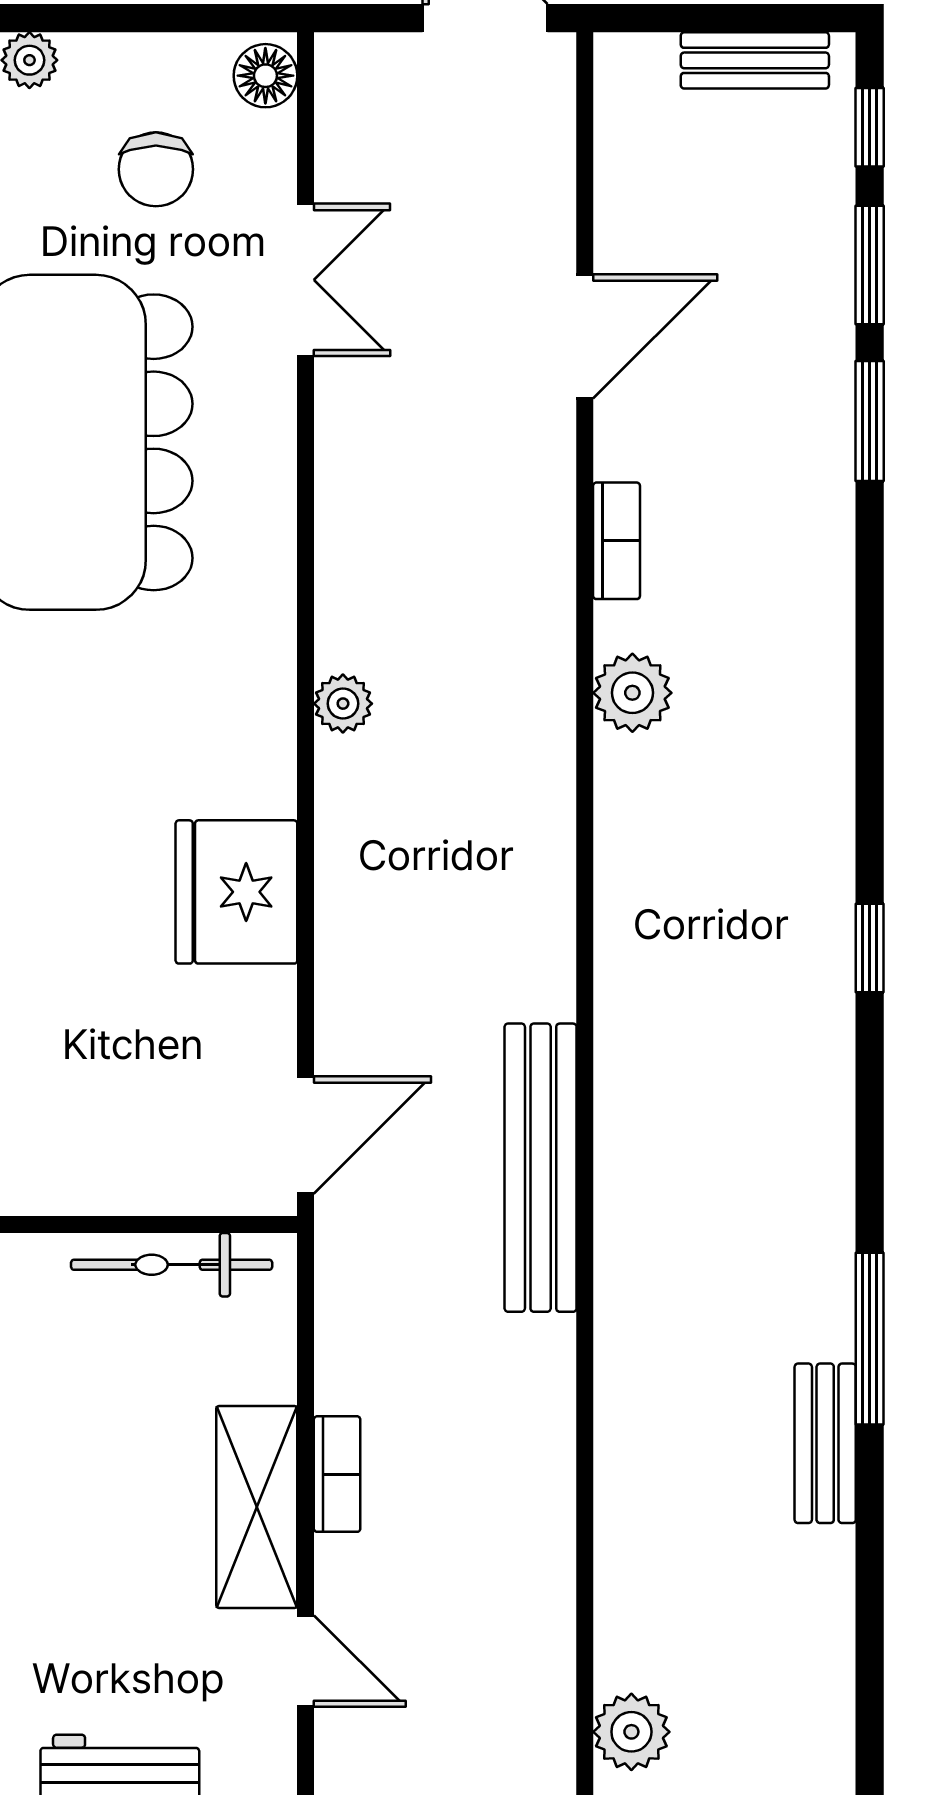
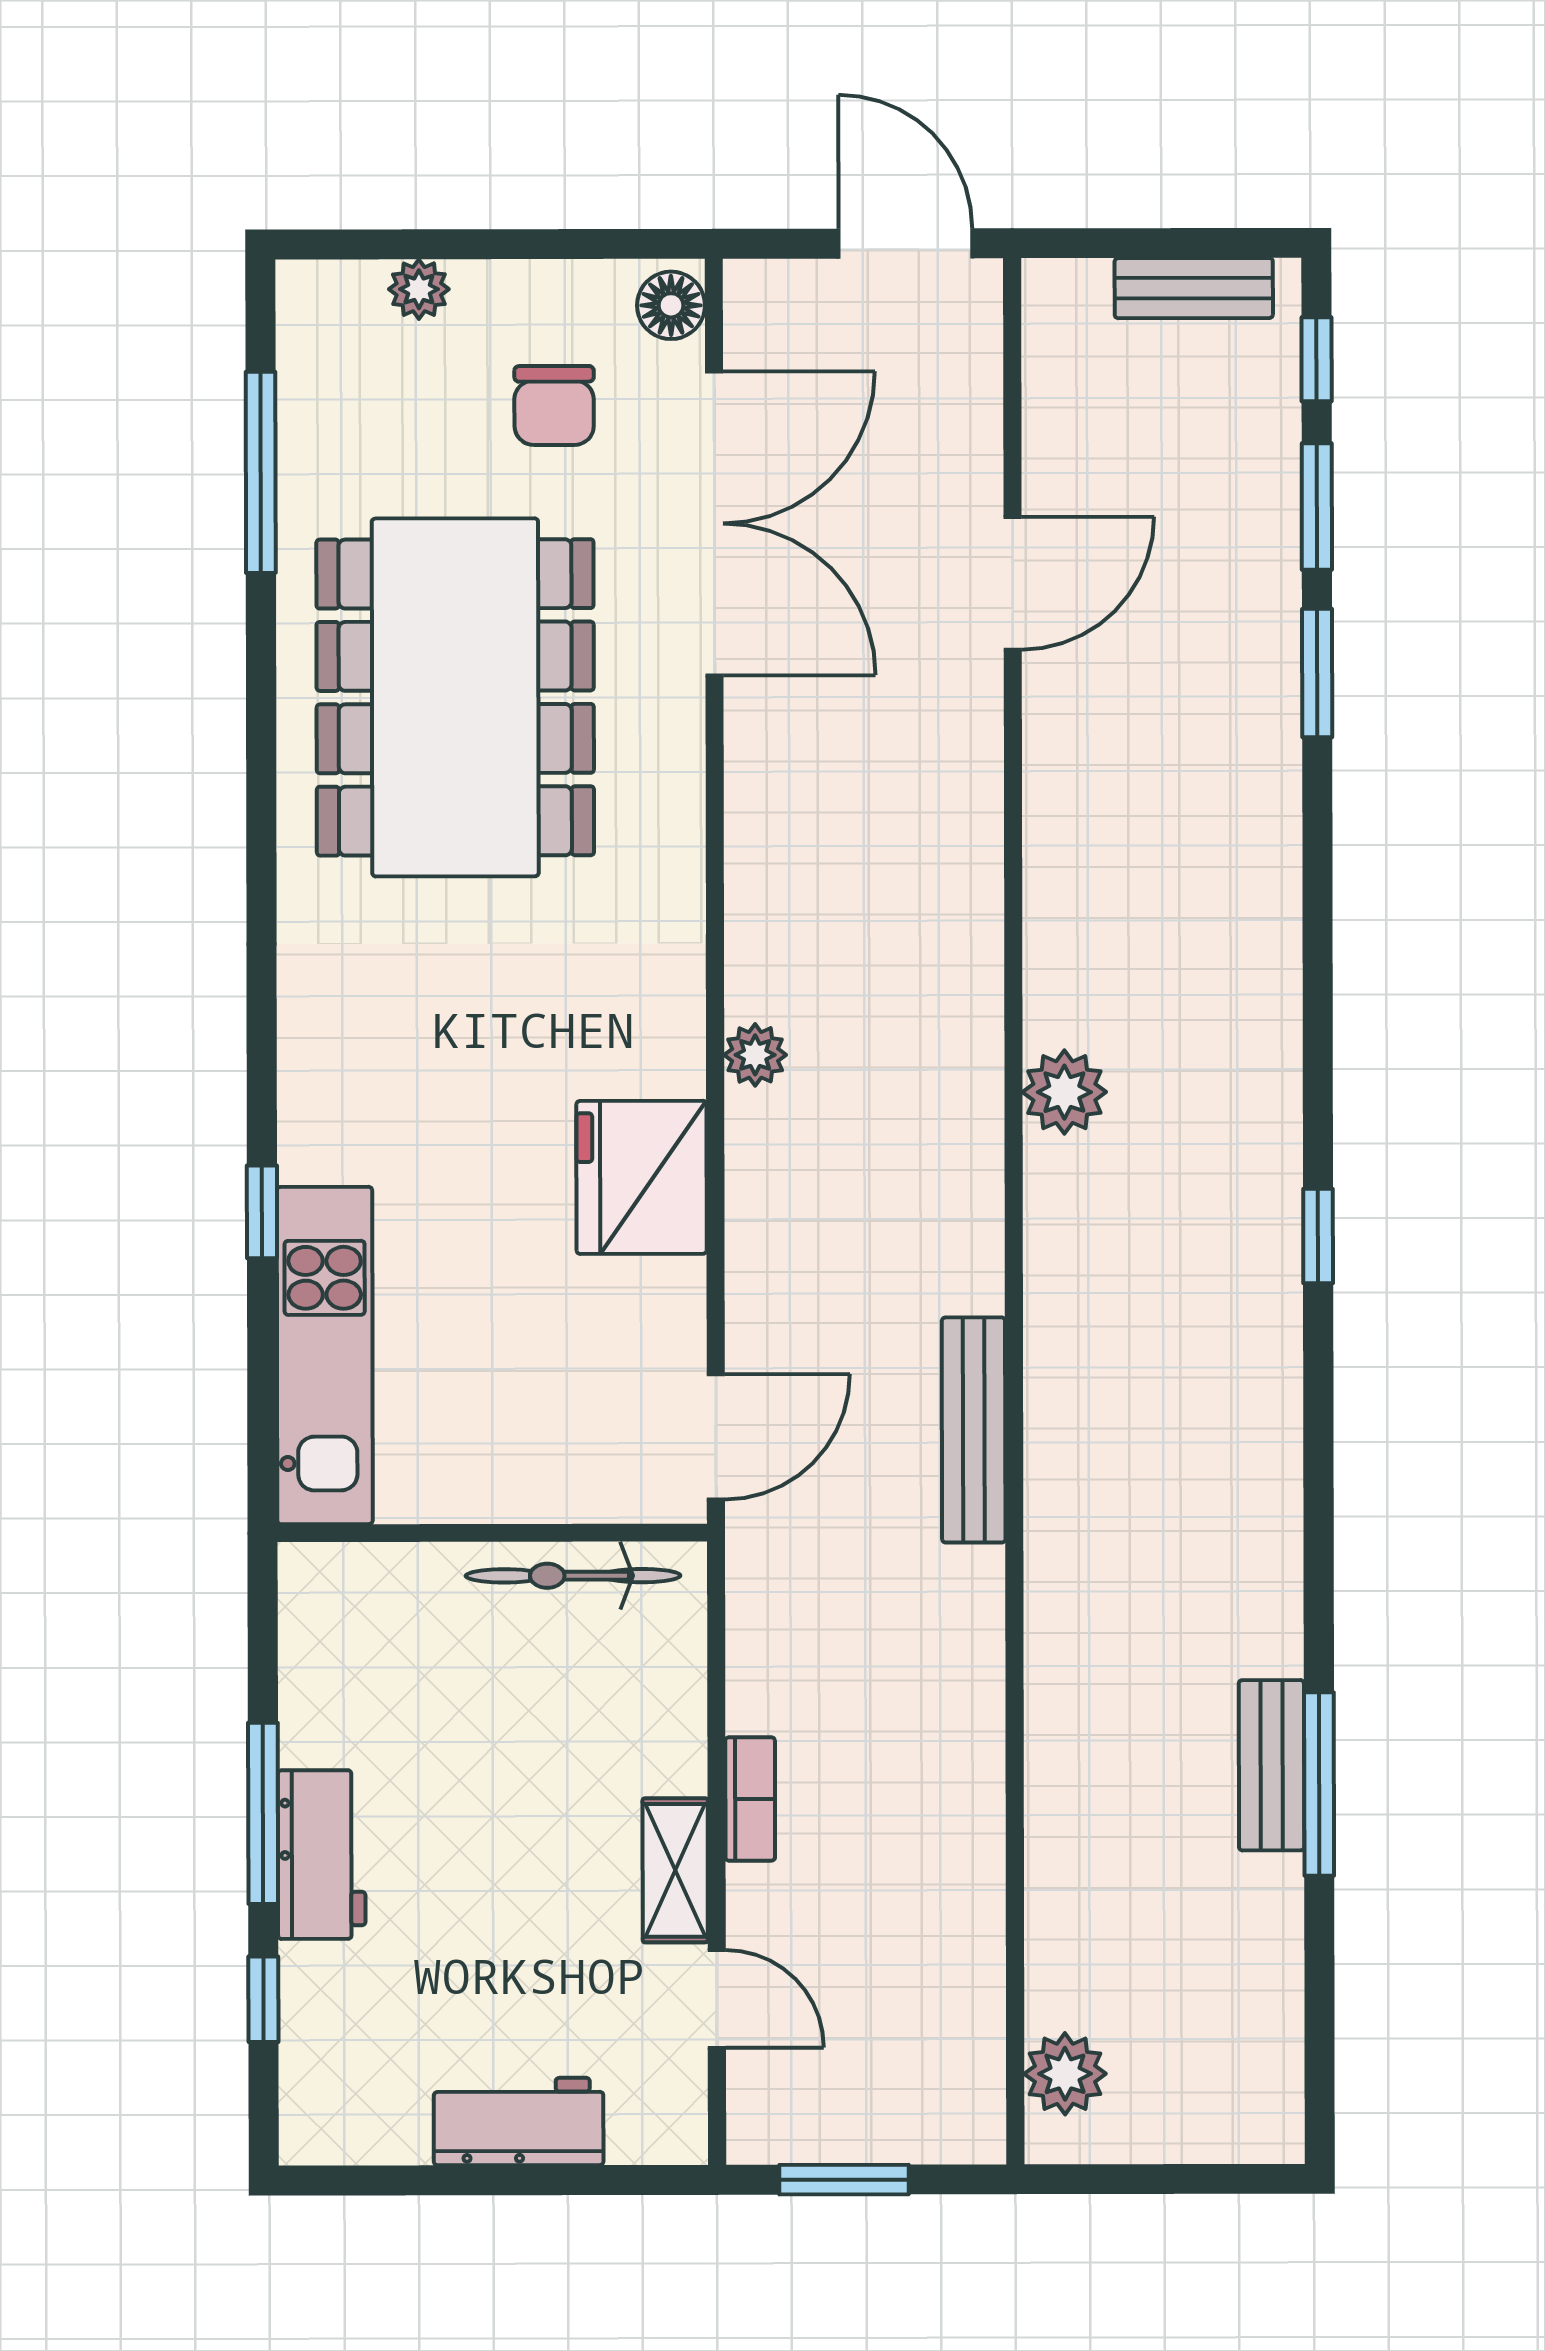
double door: (306, 280) -> (714, 523), width x1.87
bookcase: (617, 541) -> (1047, 802), removed
plant: (632, 693) -> (1064, 1092), moved
plant: (343, 704) -> (755, 1055), moved
bench: (541, 1168) -> (974, 1430), width x0.73, depth x0.82
window: (870, 1339) -> (1319, 1784), moved
shelving: (257, 1507) -> (675, 1870), width x0.67, depth x0.75

